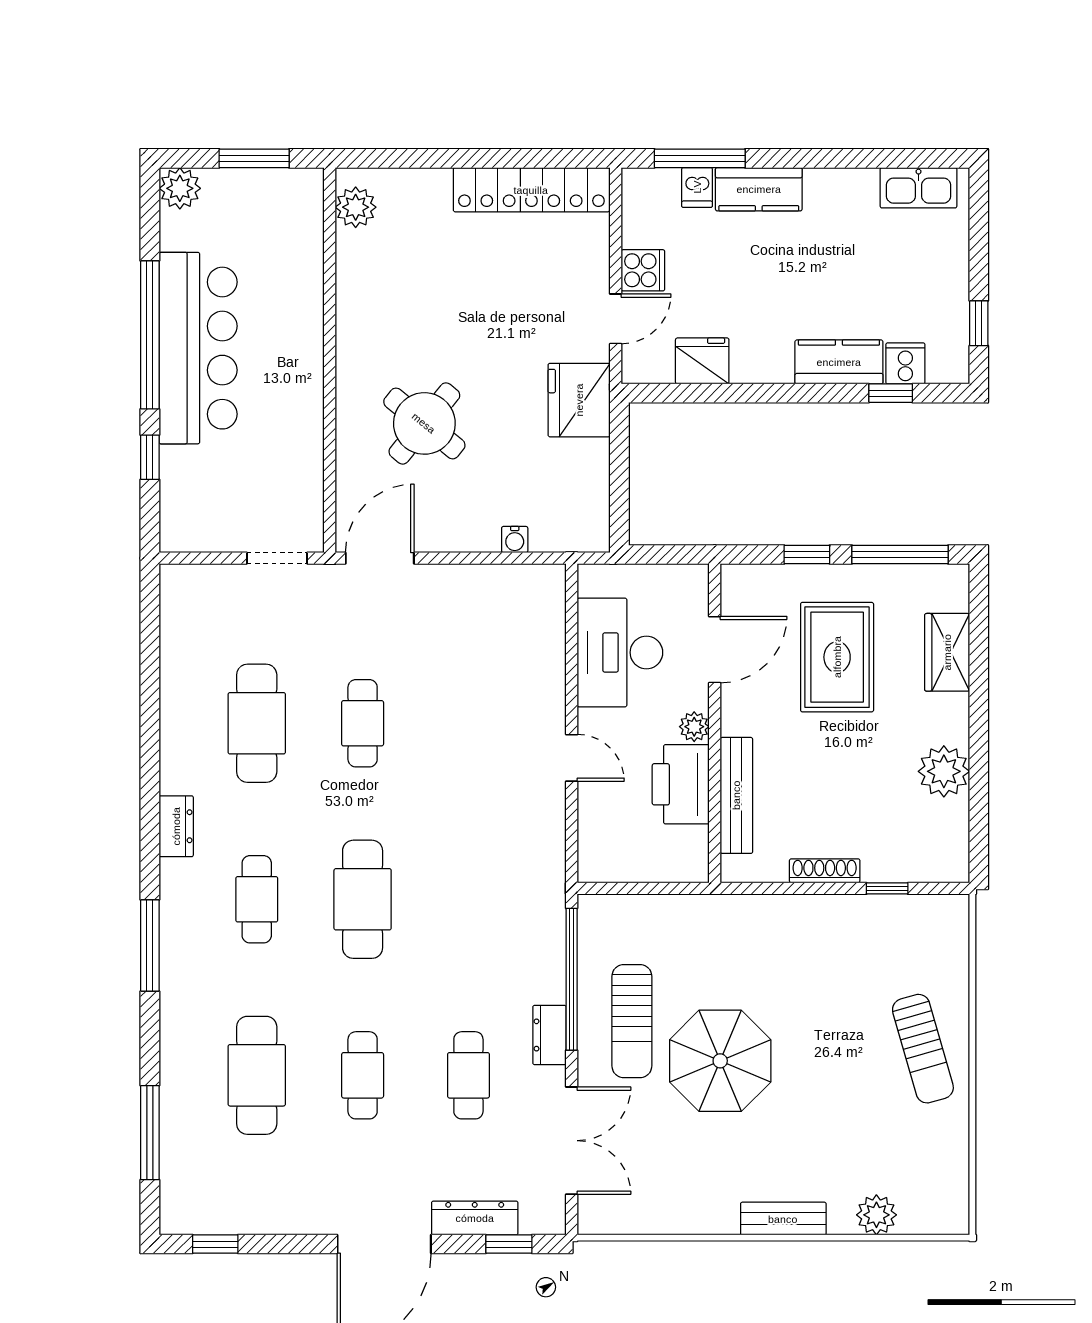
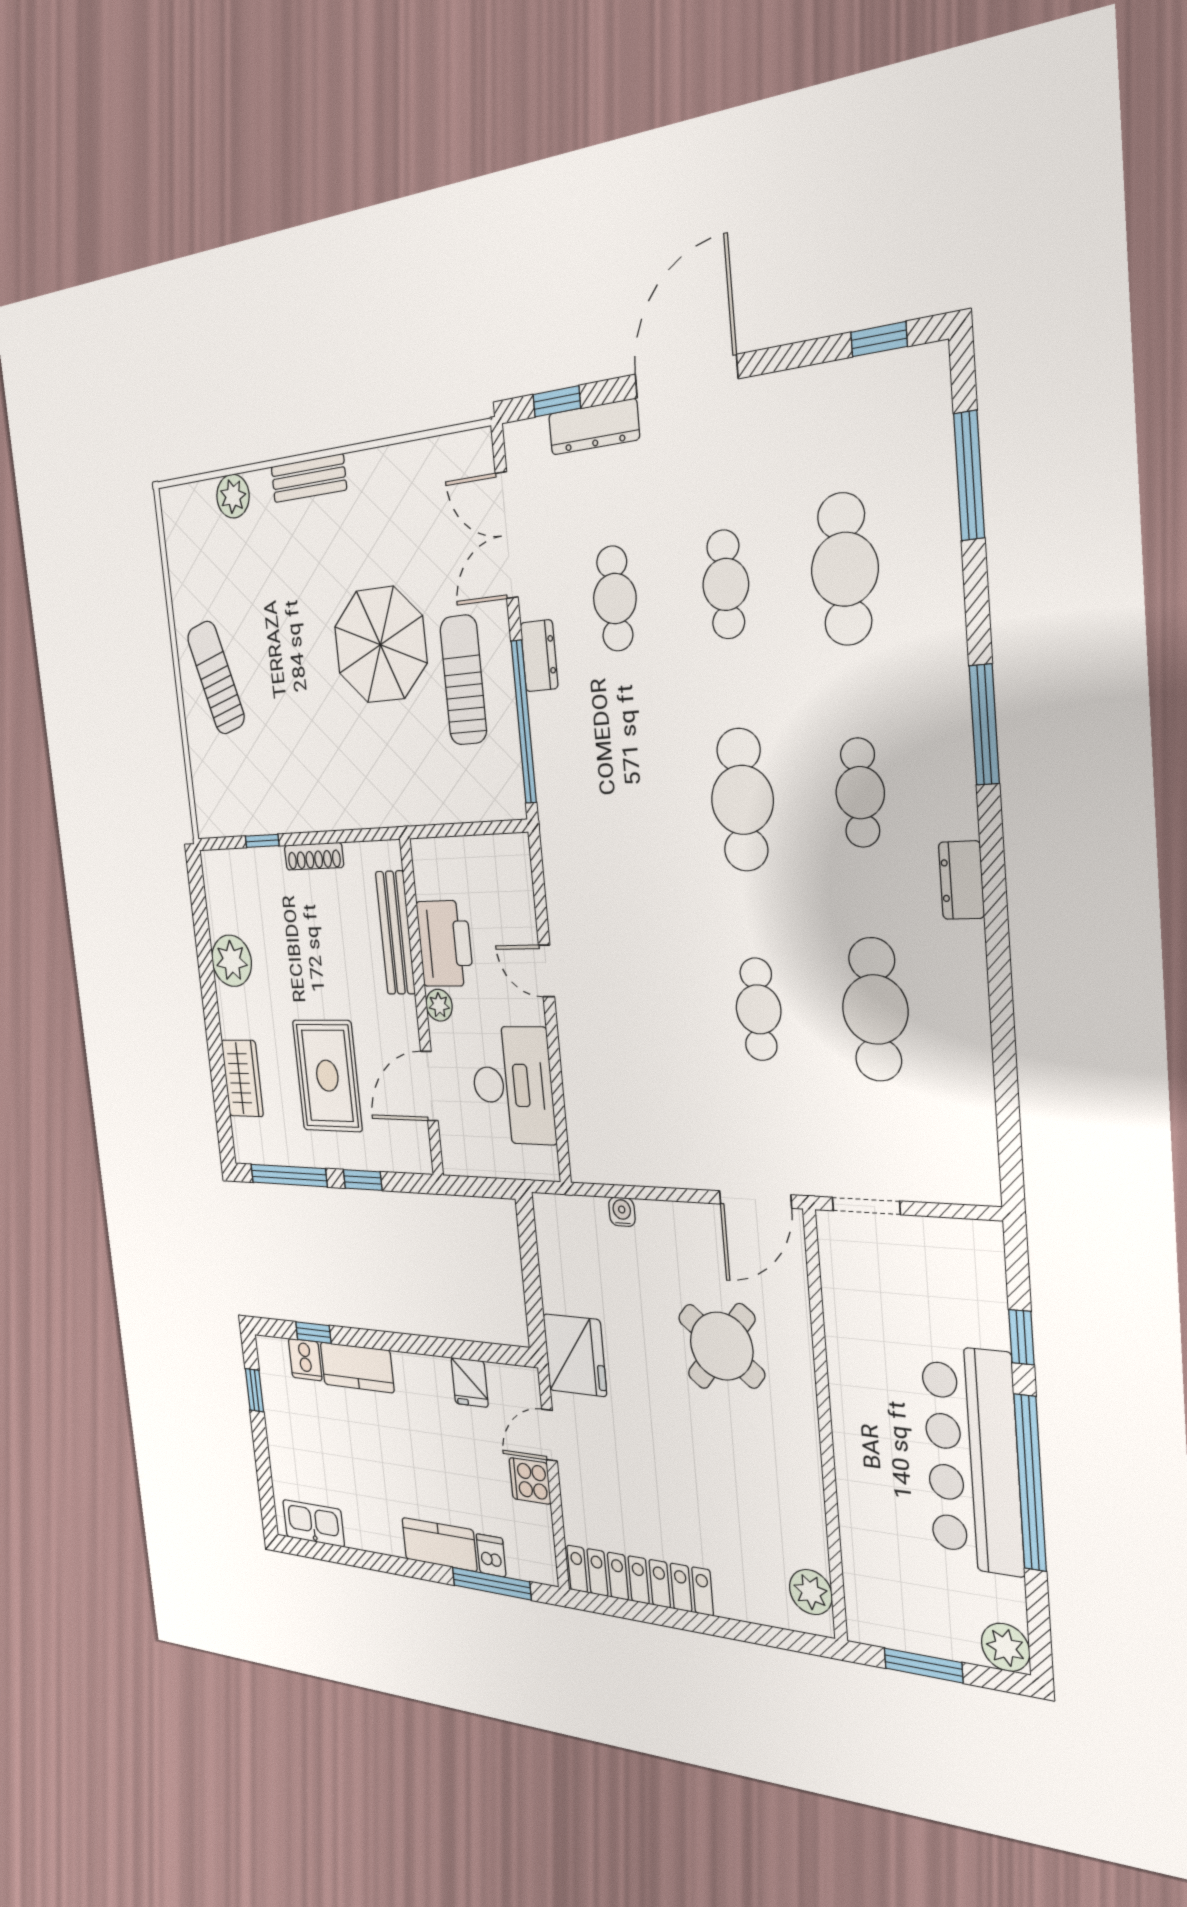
fridge: (702, 361) -> (470, 1382), width x0.72

